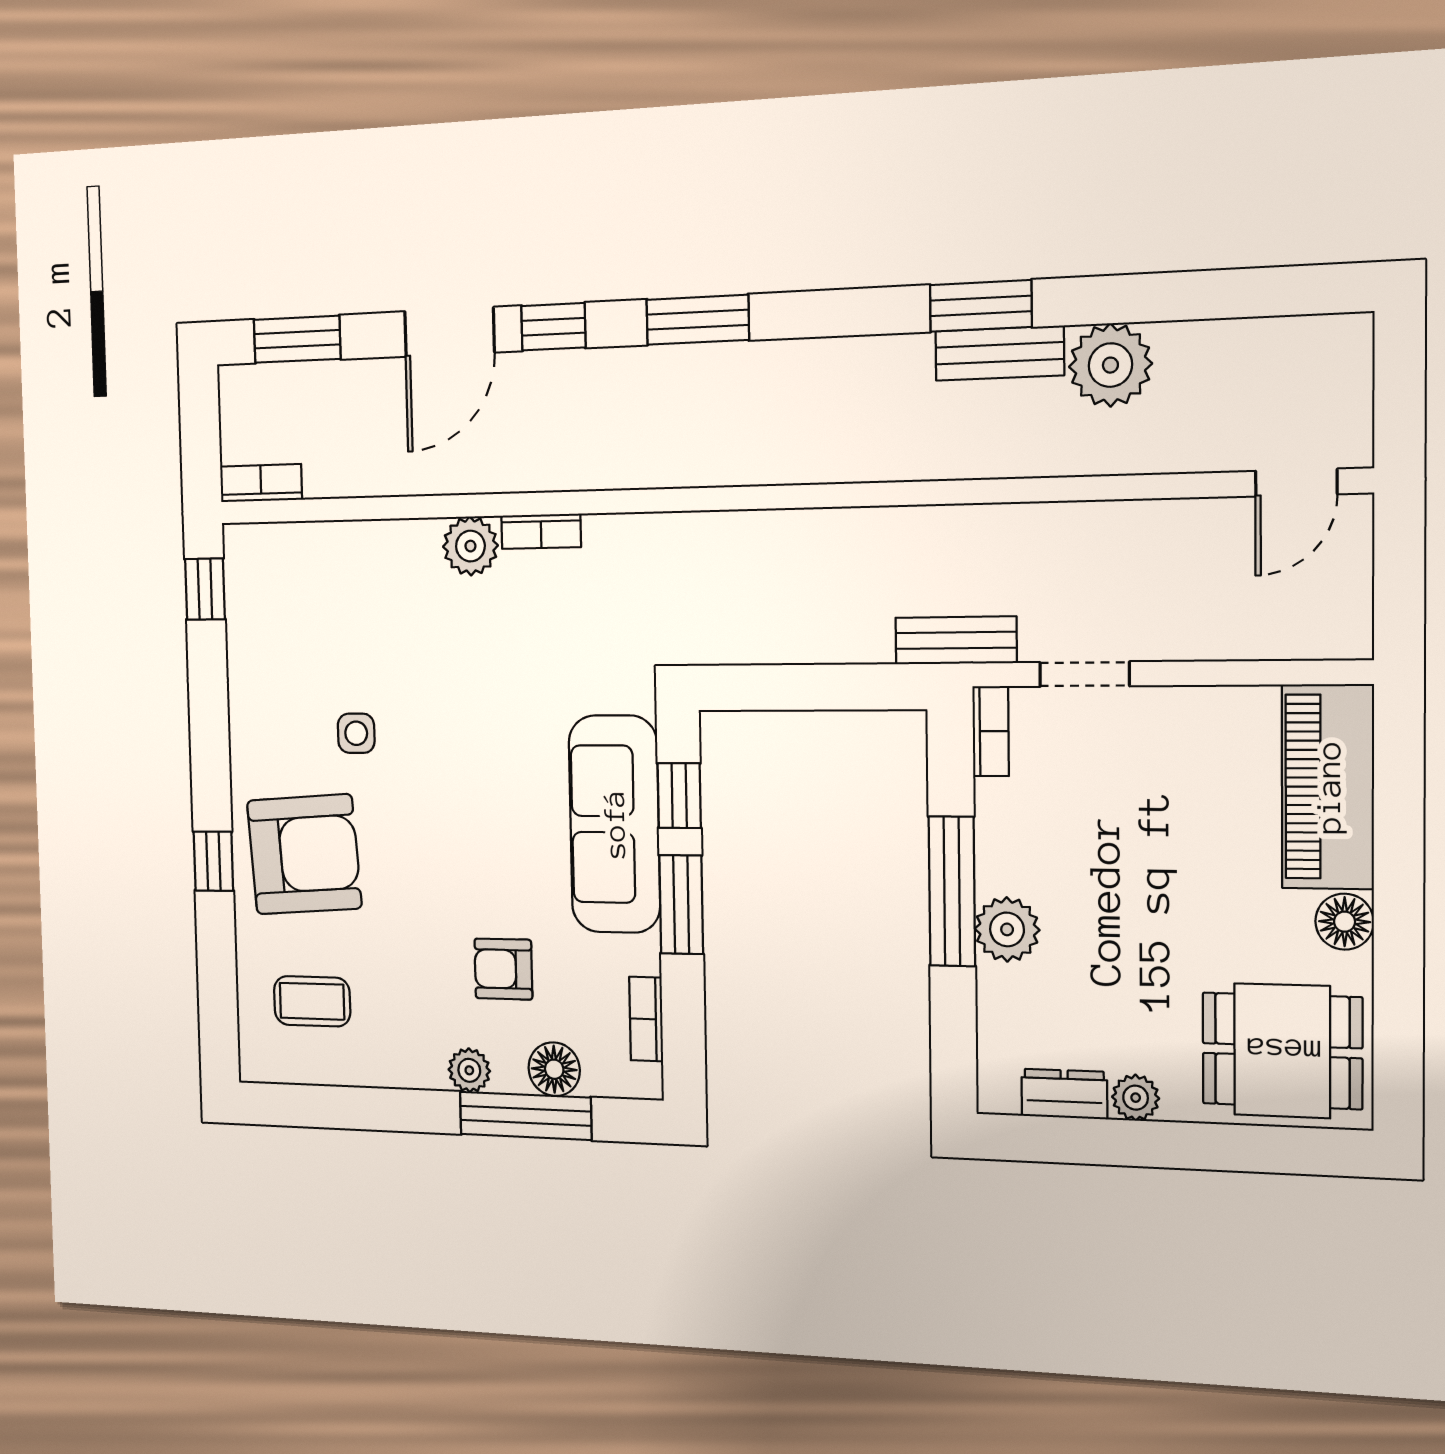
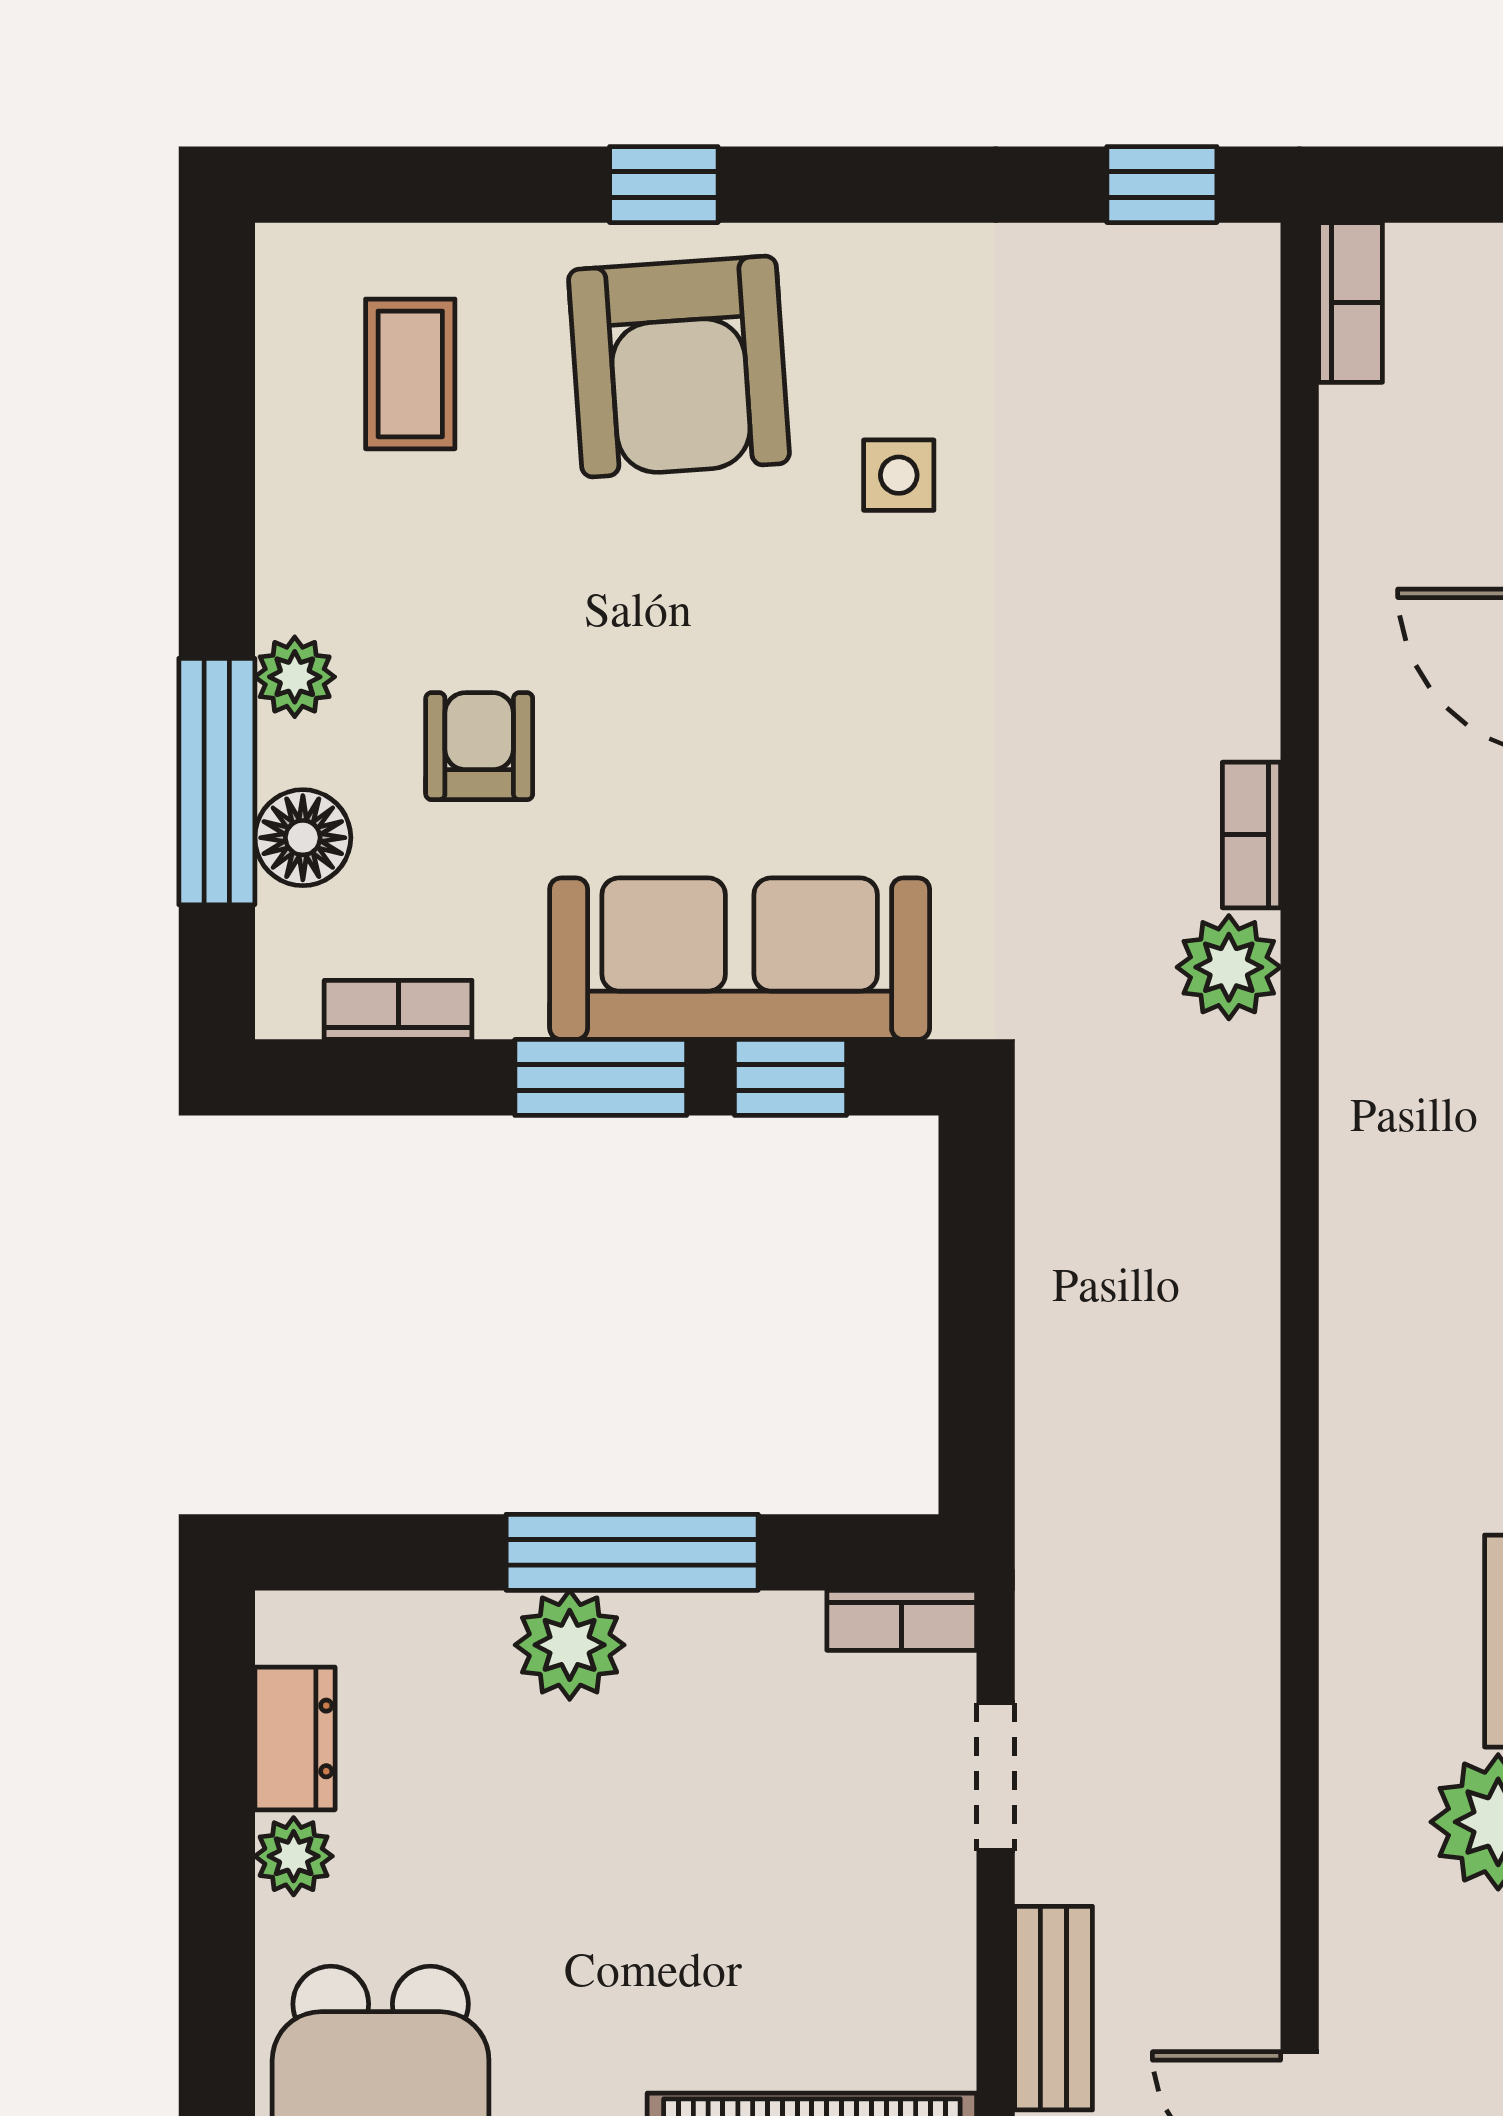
plant: (470, 546) -> (1229, 967), moved
bench: (956, 640) -> (1054, 2008), moved

